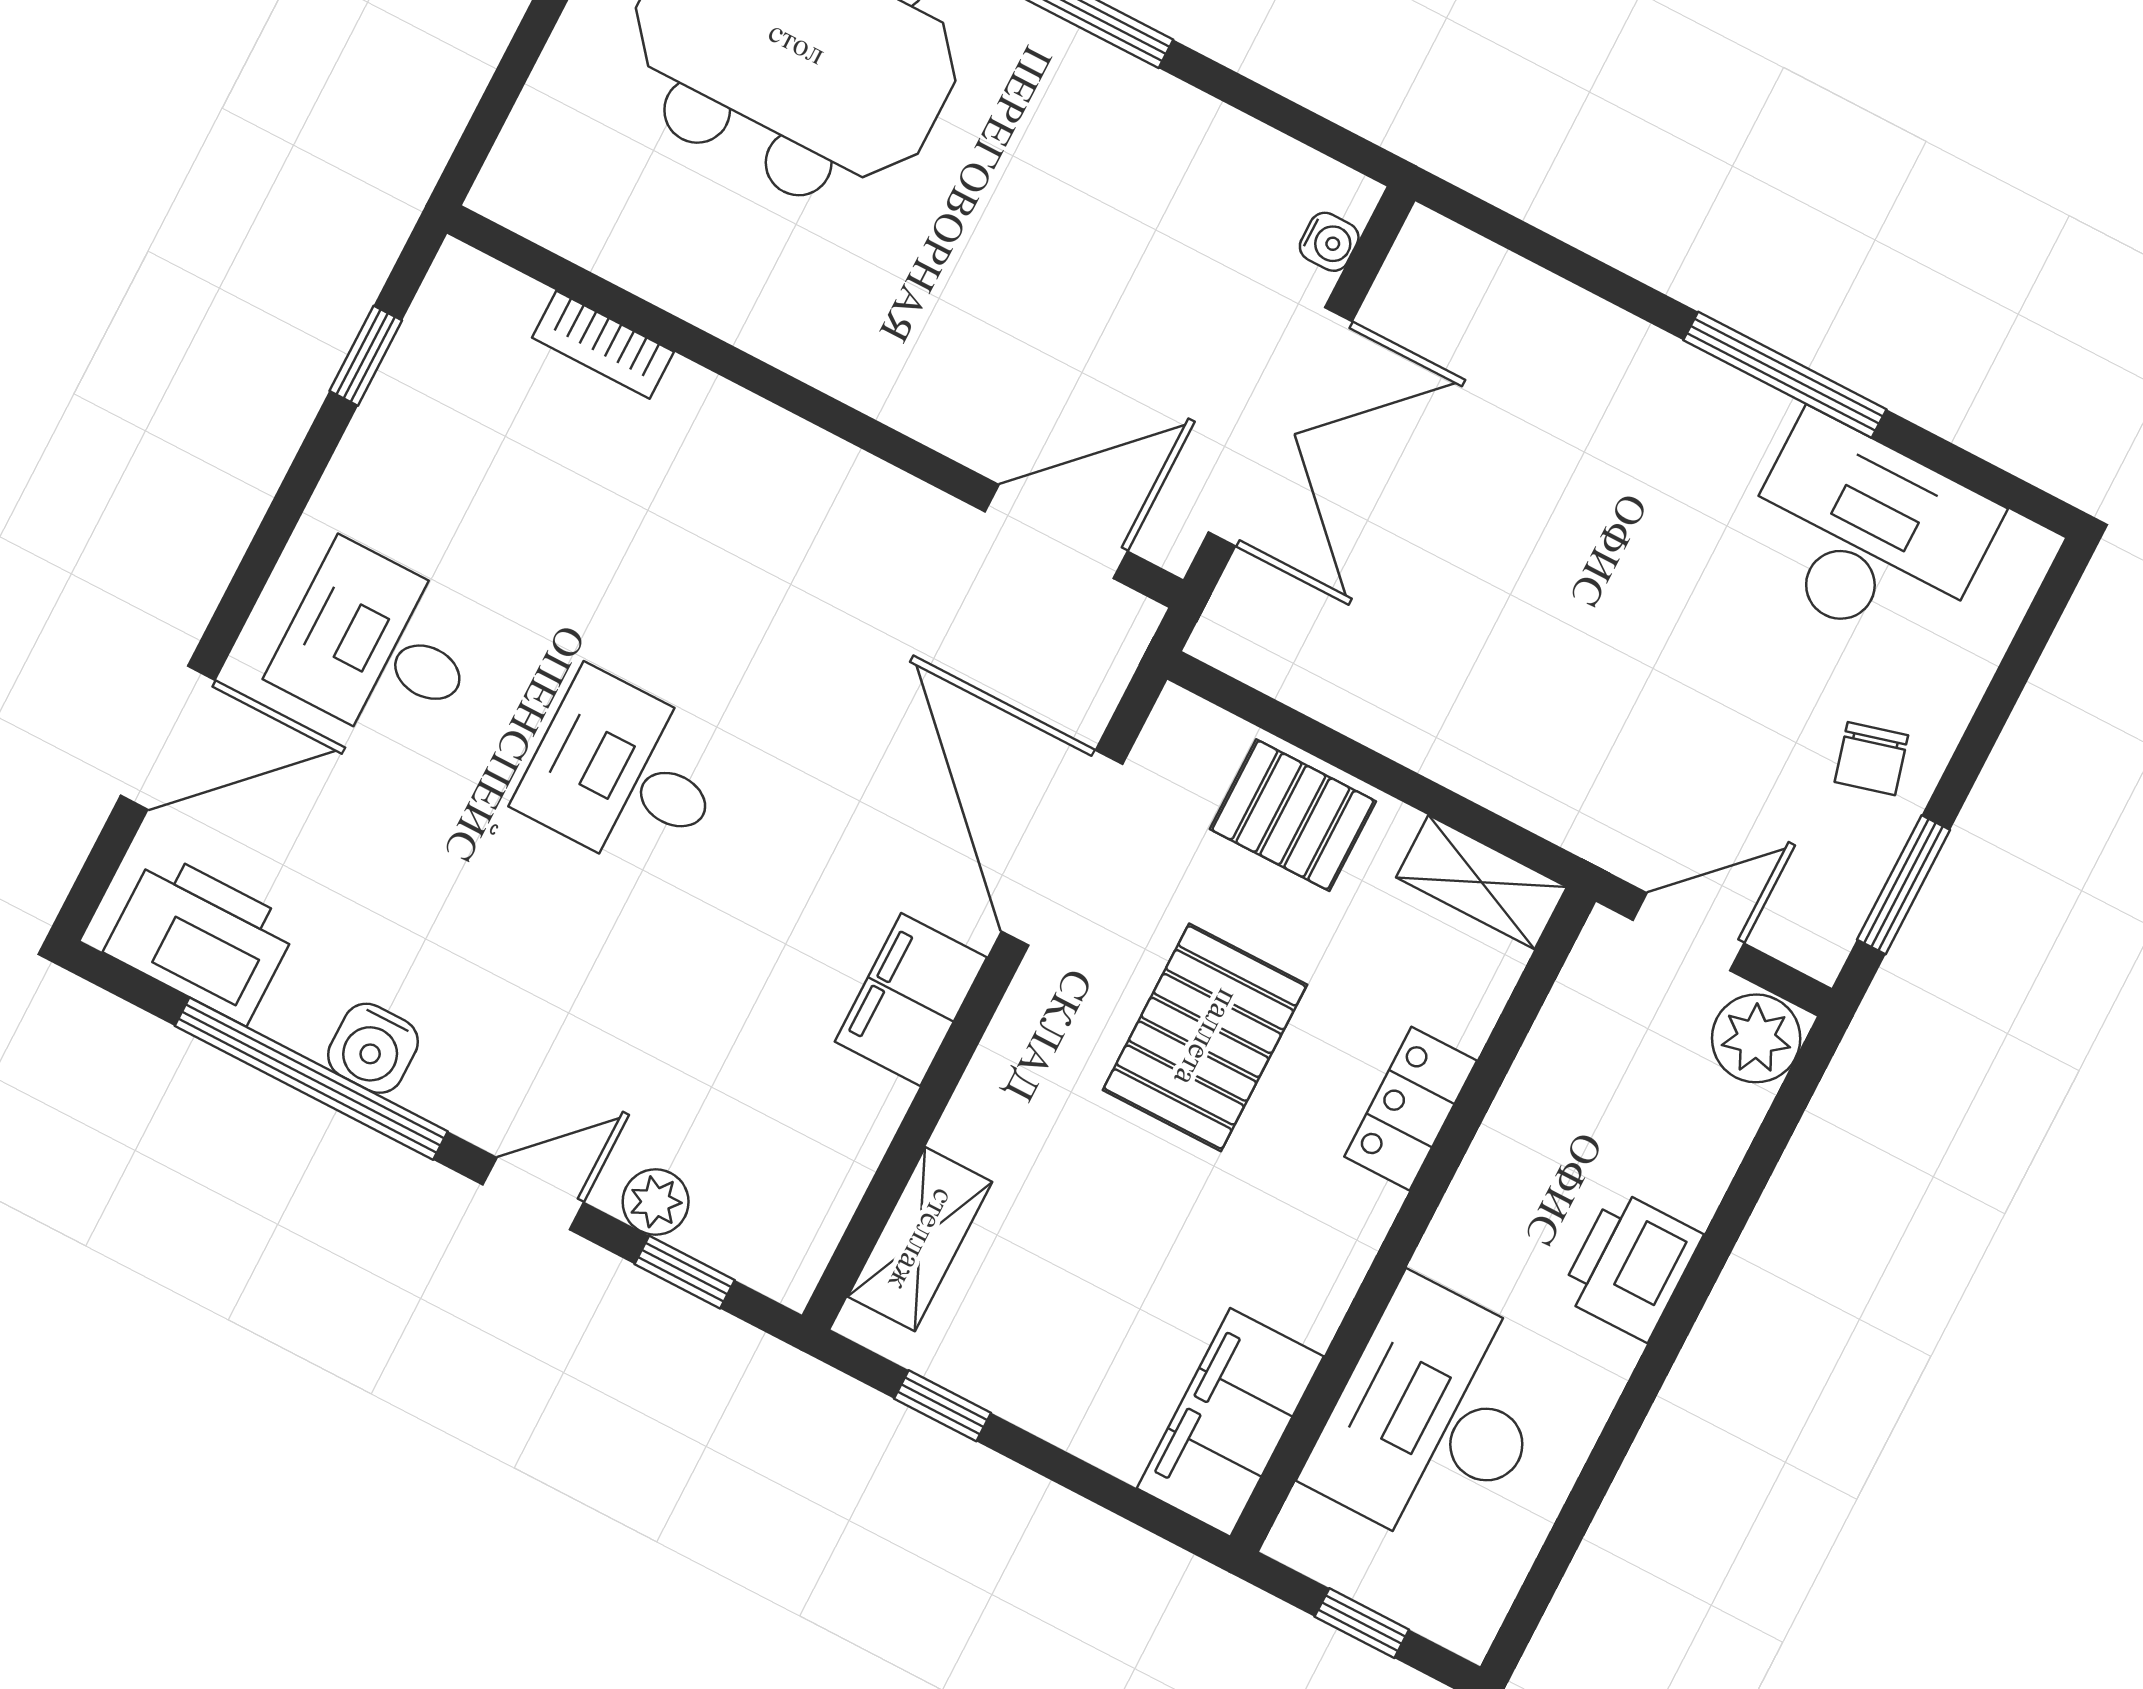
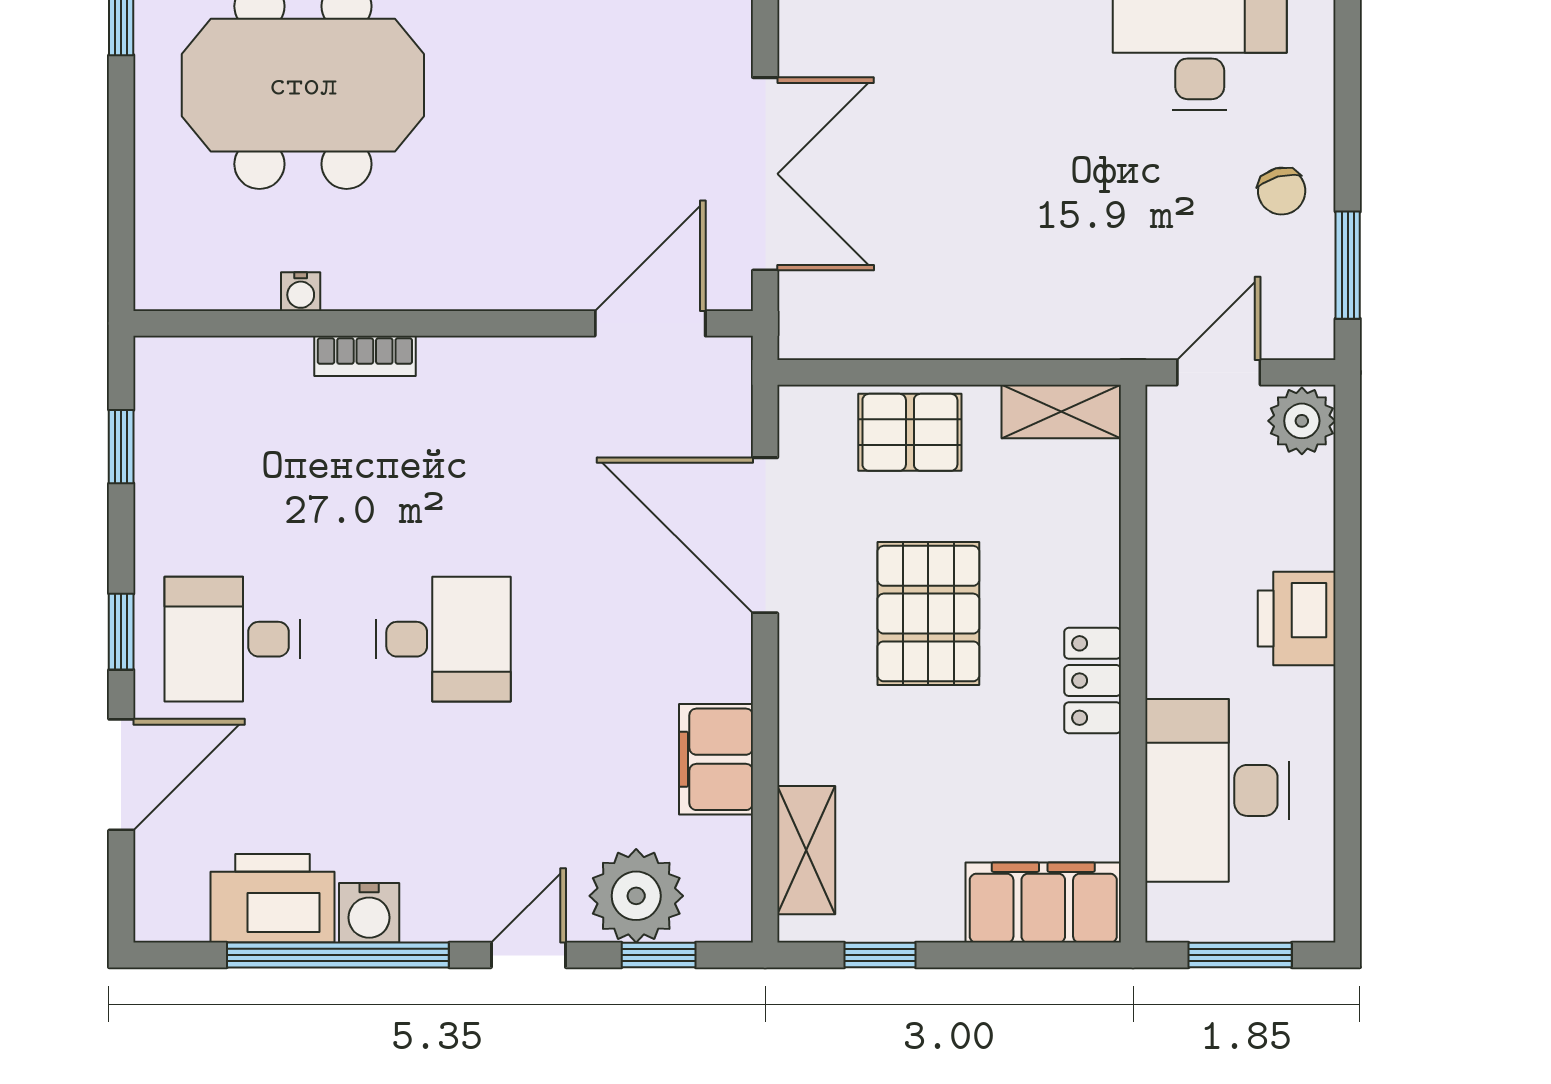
water cooler: (1329, 242) -> (301, 292), moved, turned 90
bookcase: (603, 345) -> (365, 356), moved
window: (254, 571) -> (121, 632), added
desk: (624, 774) -> (443, 639), turned 180
printer: (201, 938) -> (272, 898), moved
filing cabinet: (911, 999) -> (716, 759), moved
locker: (1411, 1109) -> (1093, 681), moved
plant: (656, 1202) -> (636, 896), width x1.88, depth x1.88
filing cabinet: (1230, 1422) -> (1043, 903), moved, turned 90
window: (1362, 1623) -> (1240, 955), width x1.50

